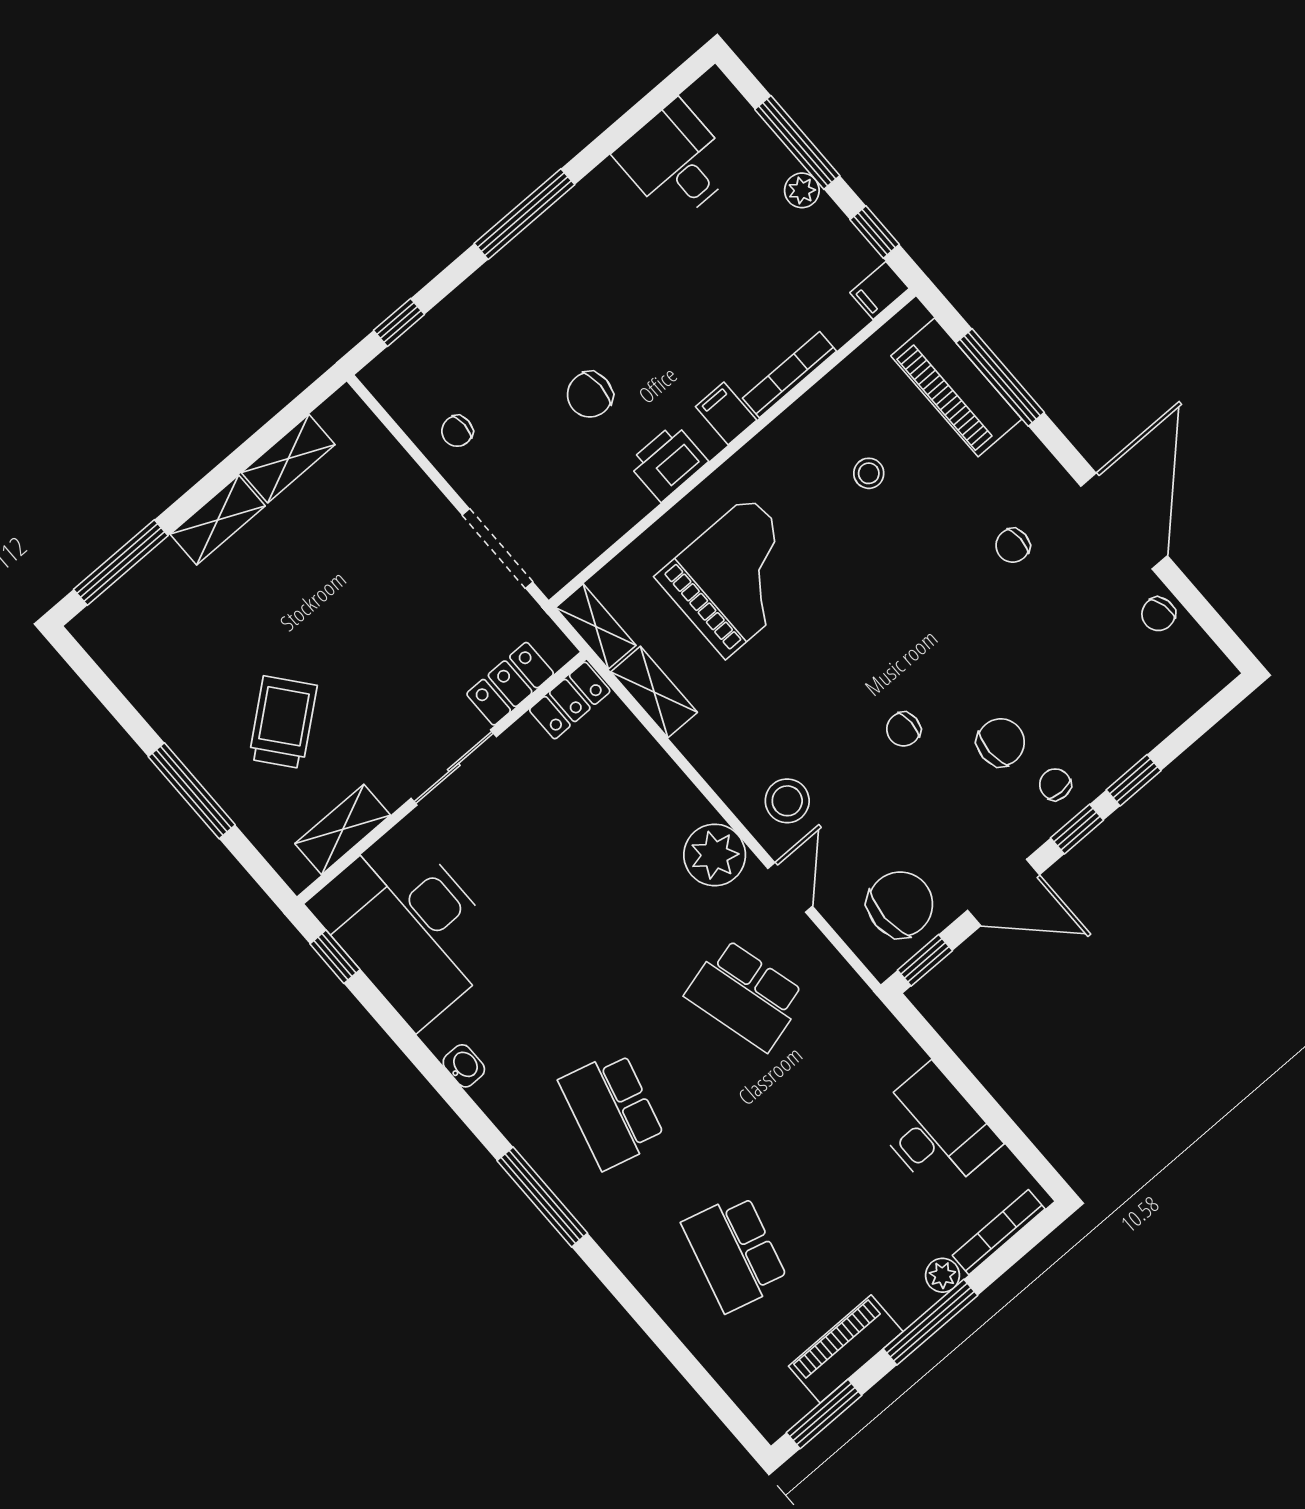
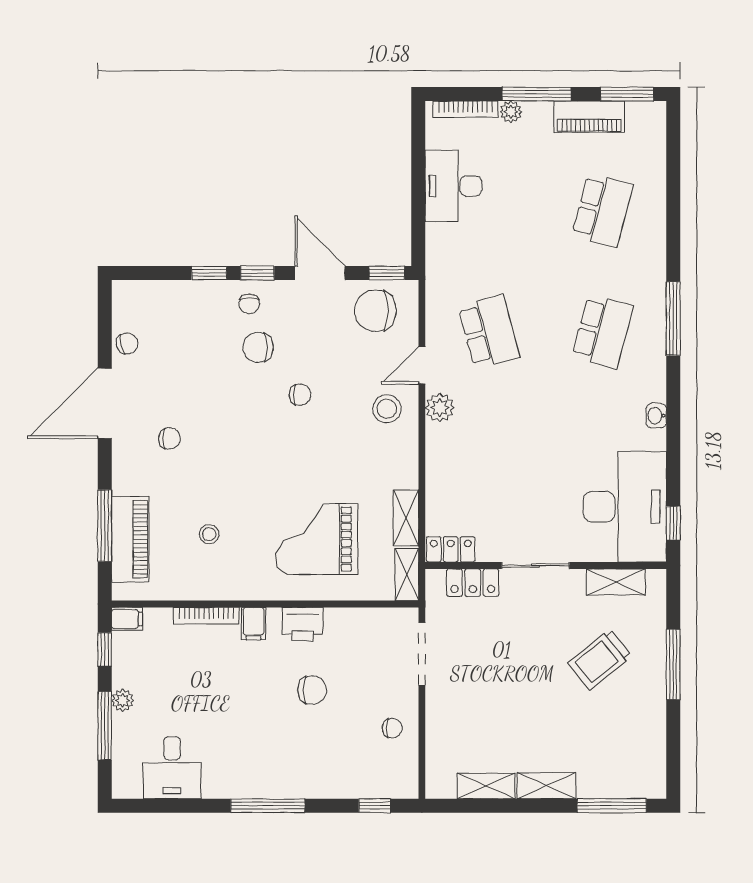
plant: (715, 855) -> (440, 408), width x0.73, depth x0.73

